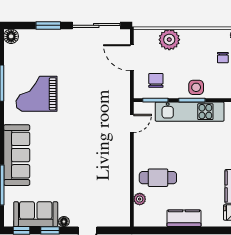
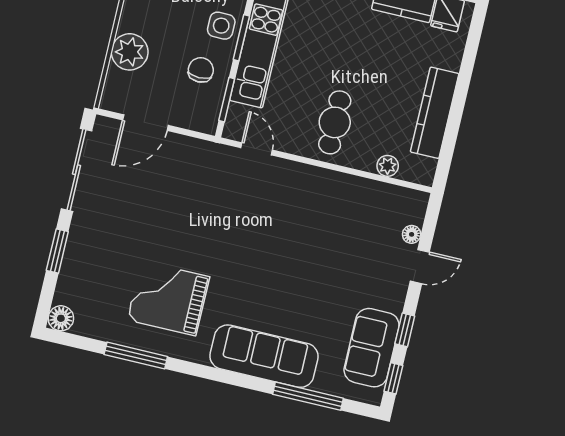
chair: (156, 80) -> (201, 70), moved, turned 90
grand piano: (36, 94) -> (168, 298), turned 90
cafe table: (158, 178) -> (335, 122), moved
kitchen counter: (184, 218) -> (435, 113), width x1.50
floor lamp: (64, 222) -> (412, 234), moved

